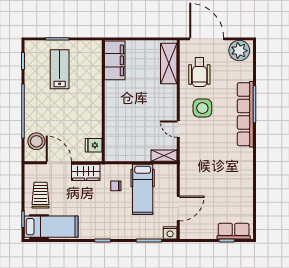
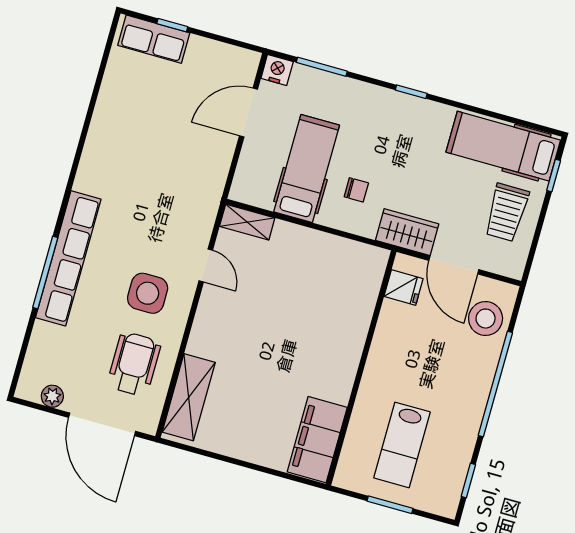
plant: (239, 51) -> (52, 396), width x0.53, depth x0.53
filing cabinet: (115, 60) -> (317, 440), moved
wall: (103, 101) -> (361, 368), moved
fridge: (94, 145) -> (404, 288), moved

